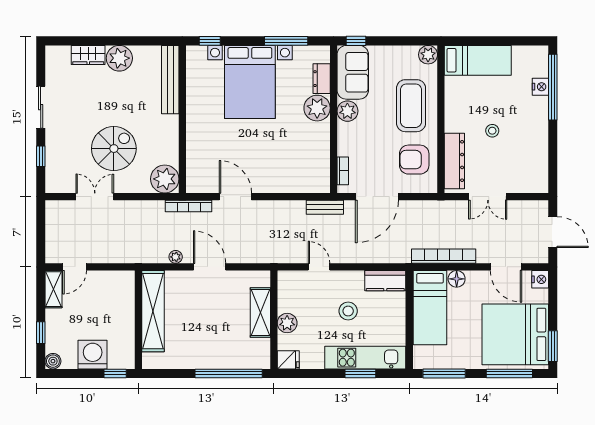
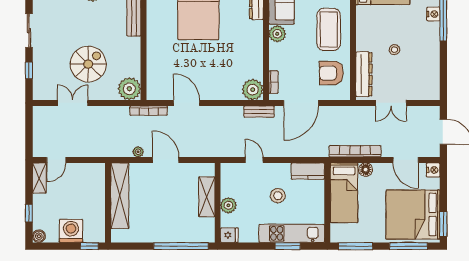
plant: (317, 108) -> (253, 90), moved

